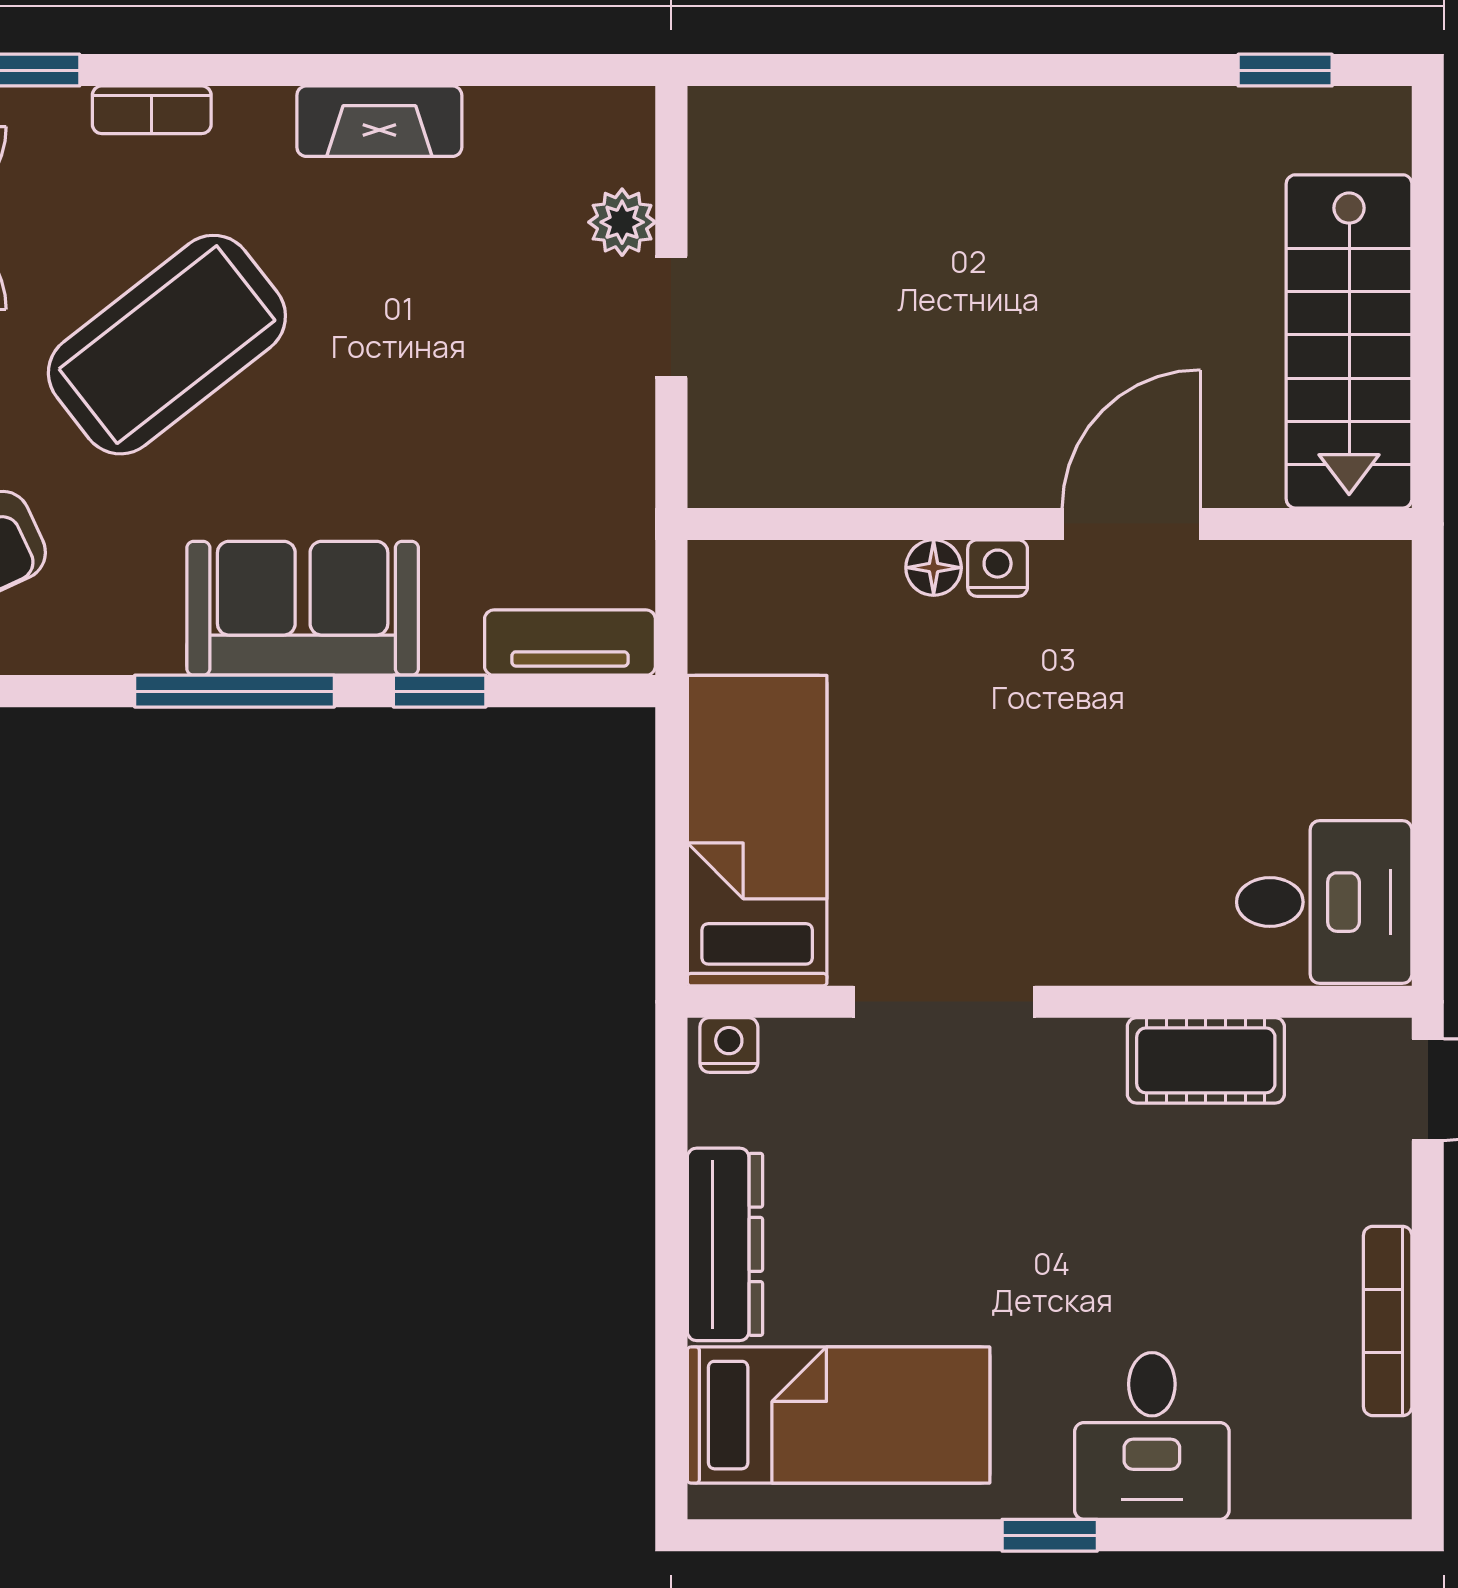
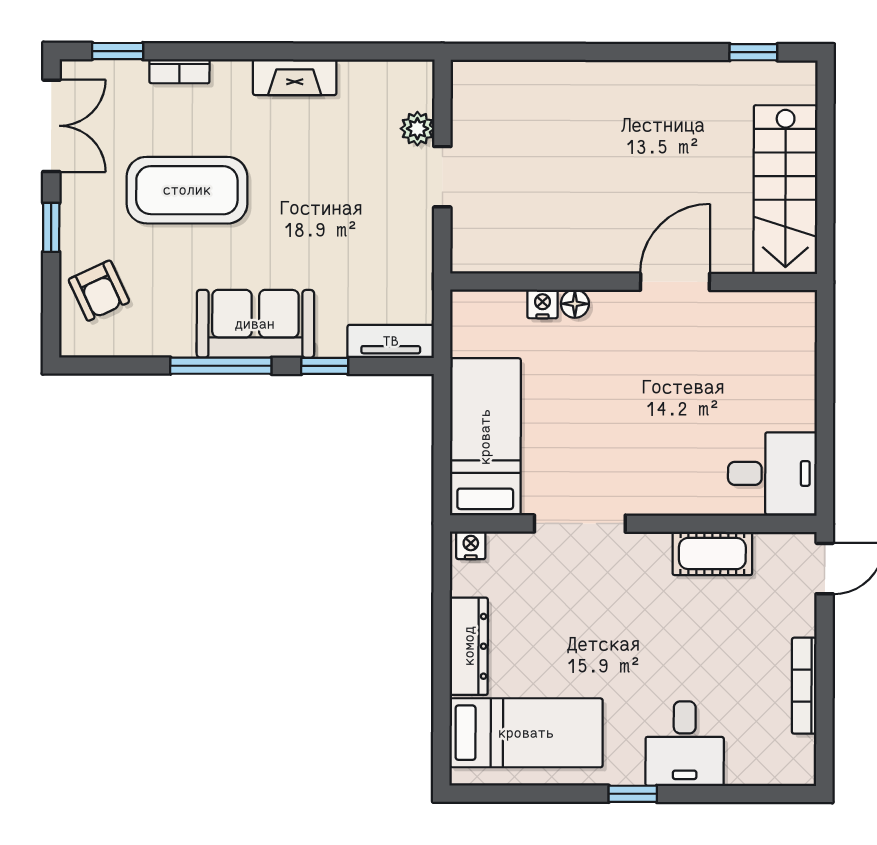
coffee table: (167, 345) -> (187, 190), turned 38
nightstand: (998, 568) -> (542, 304), moved

